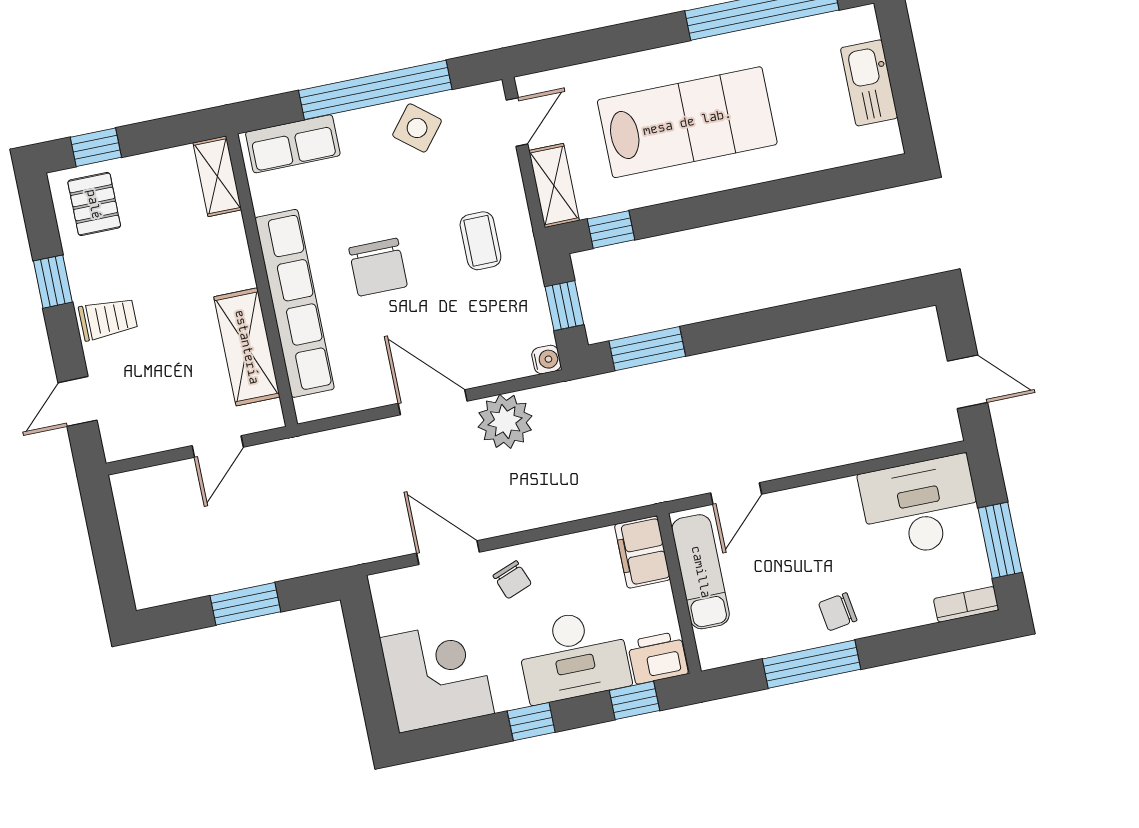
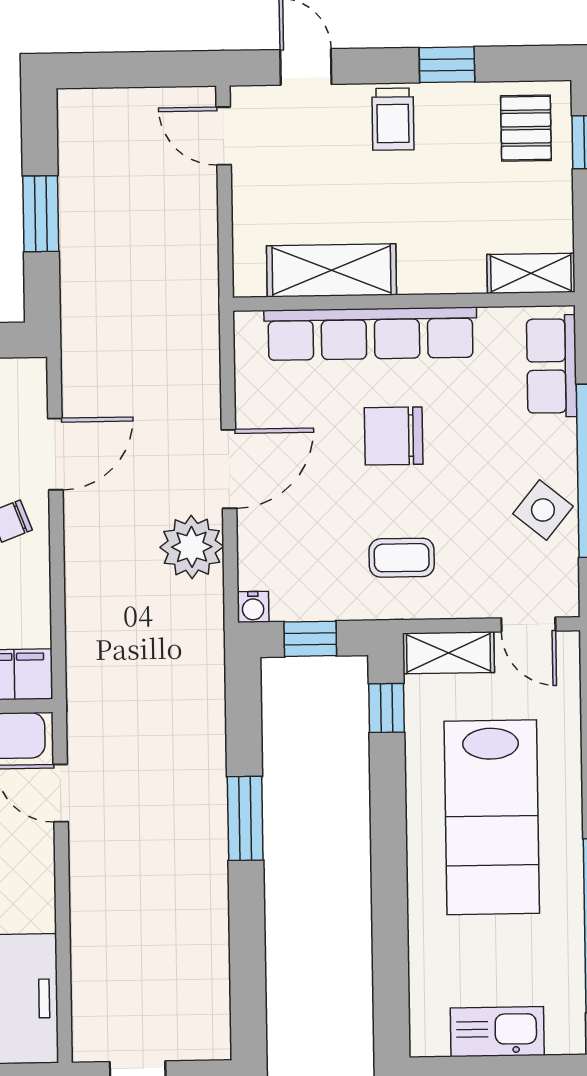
pallet: (94, 204) -> (526, 128), turned 90
window: (647, 349) -> (245, 818), moved
door: (218, 446) -> (224, 136), moved

